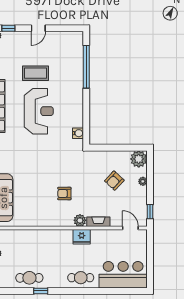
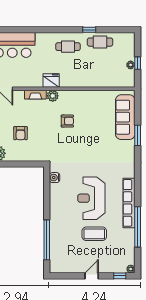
armchair: (114, 181) -> (21, 133), turned 137
cafe table: (81, 278) -> (68, 47), moved

